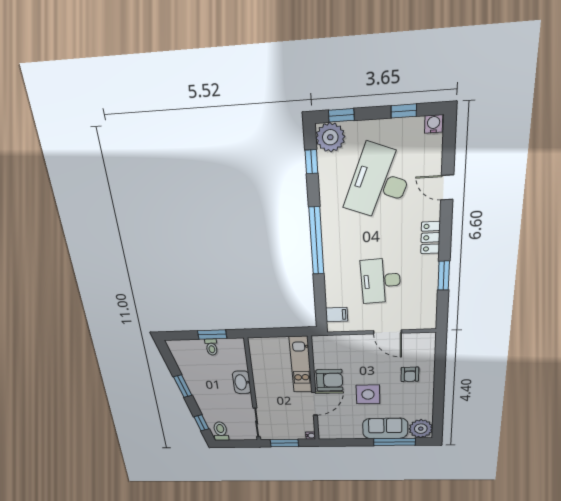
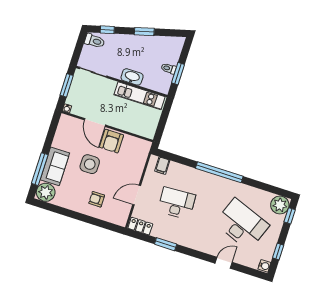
window: (311, 162) -> (270, 189), removed
locker: (430, 238) -> (140, 226), moved
kitchen unit: (301, 365) -> (140, 96), moved, turned 180

